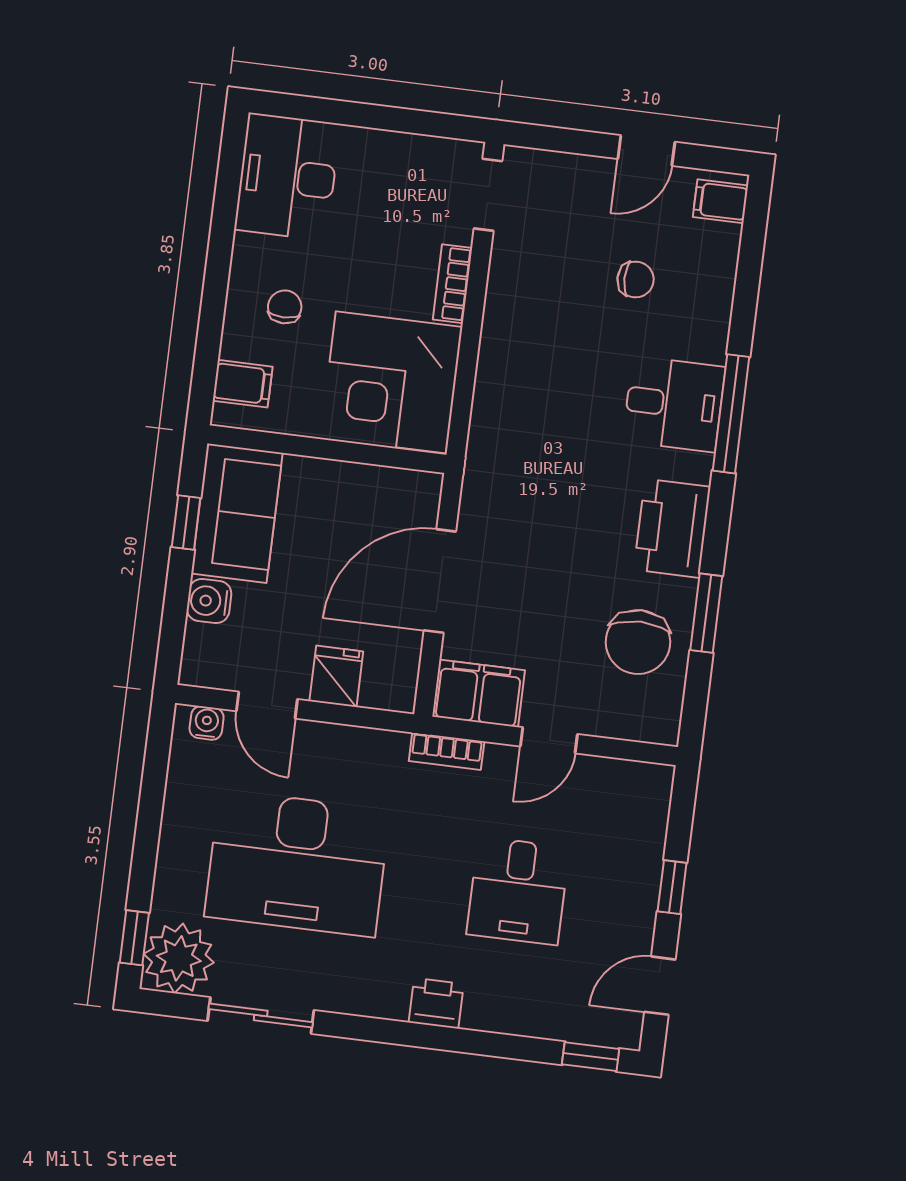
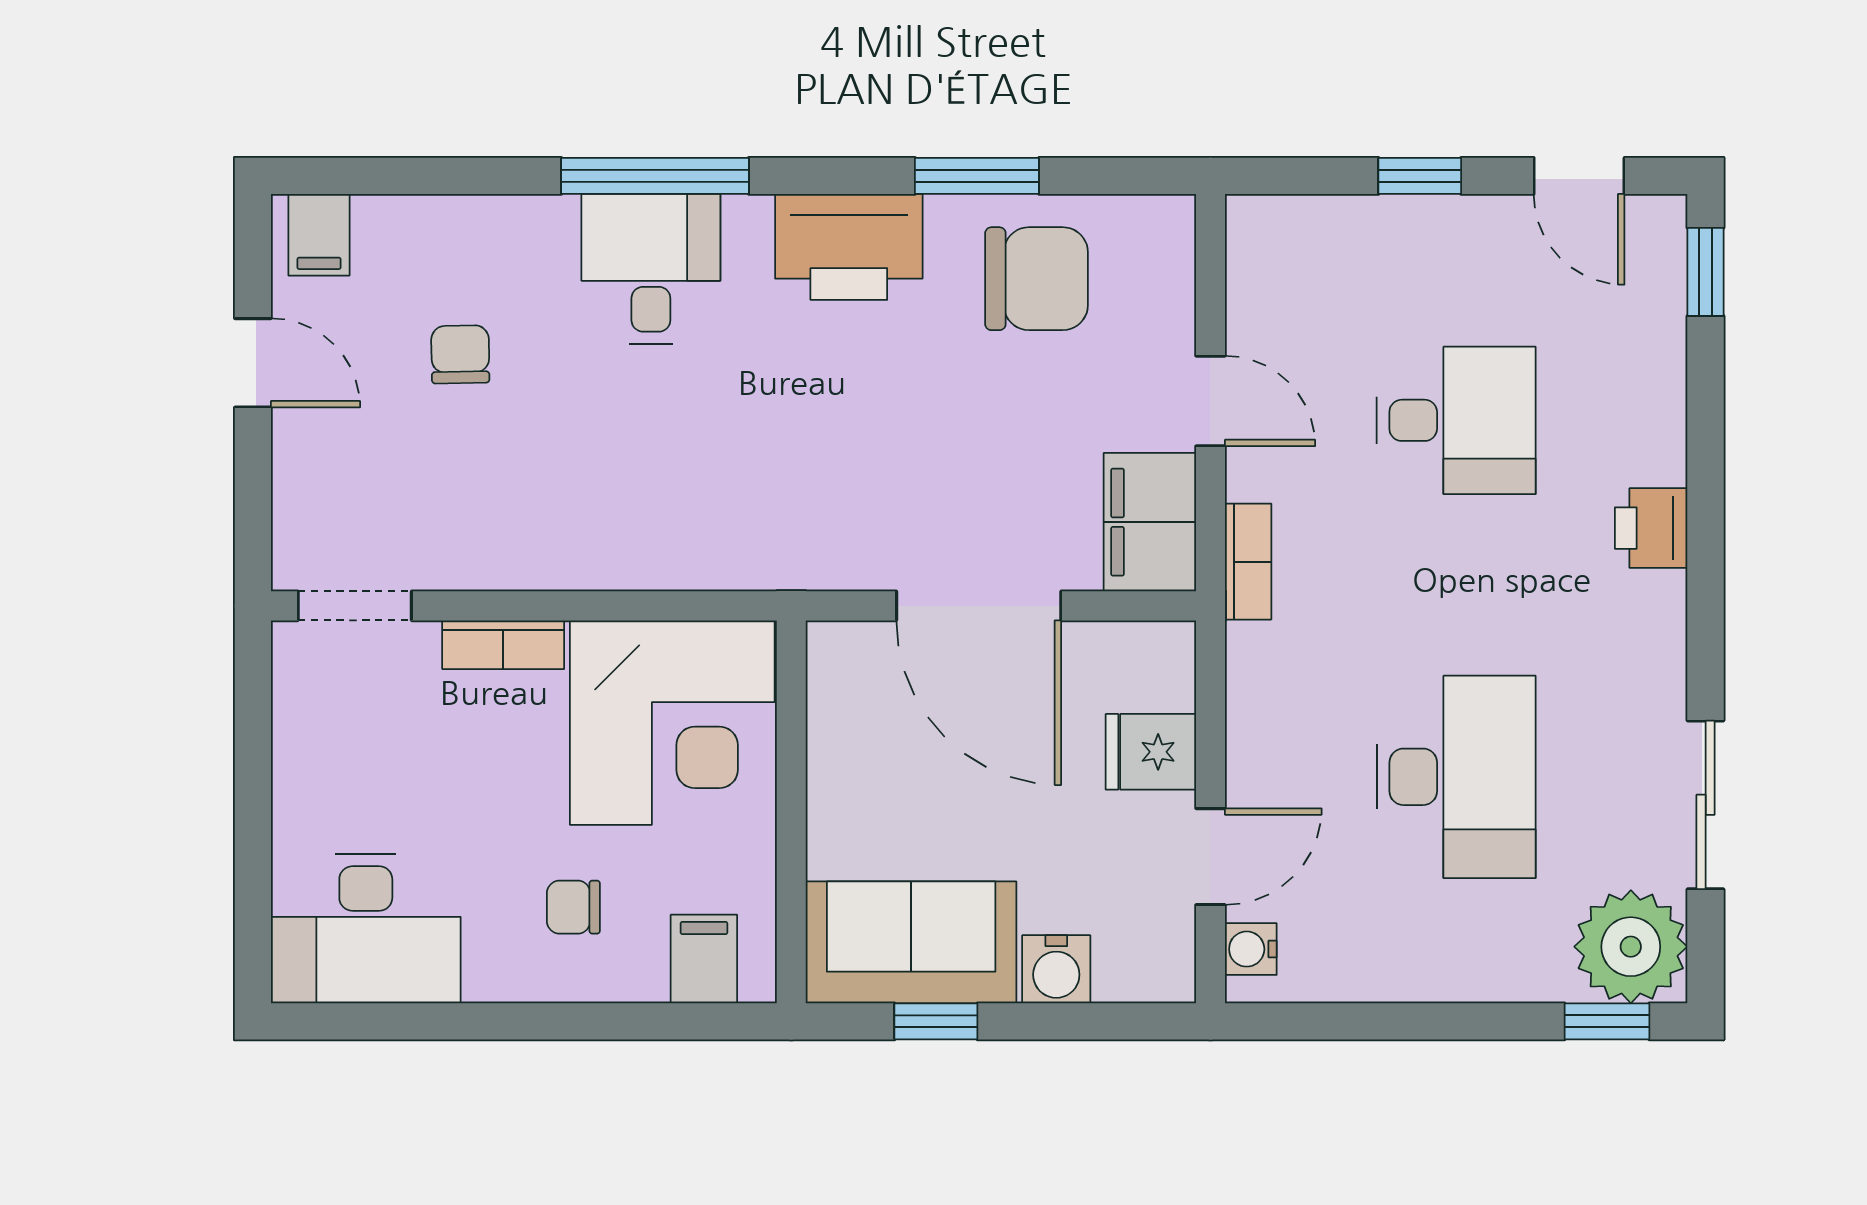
desk: (297, 863) -> (1456, 777), width x0.73, depth x0.77

